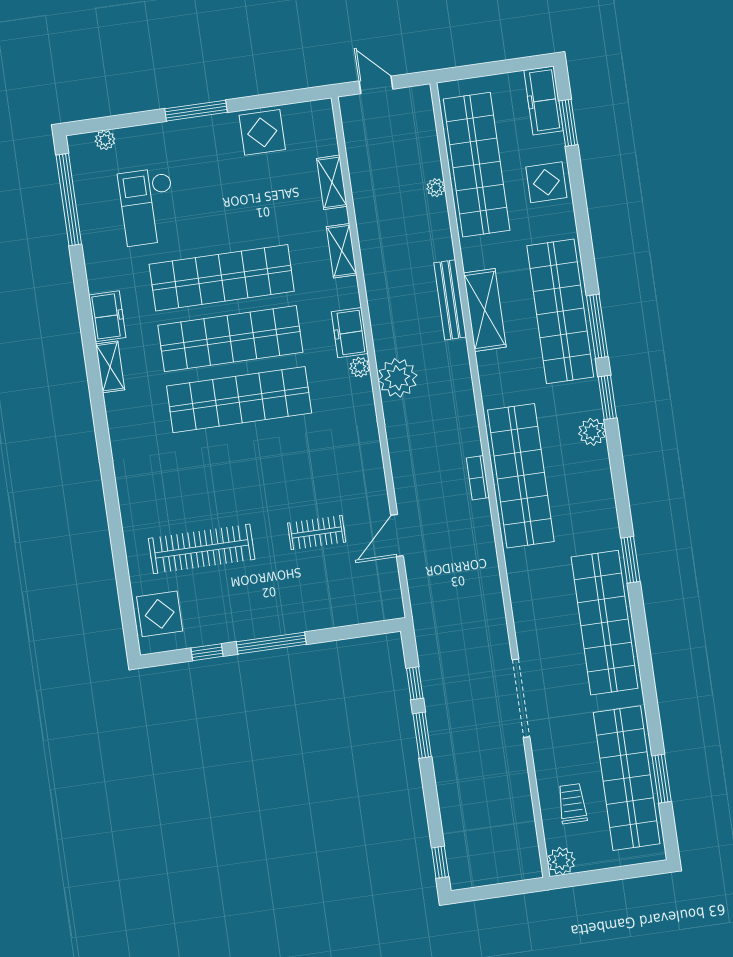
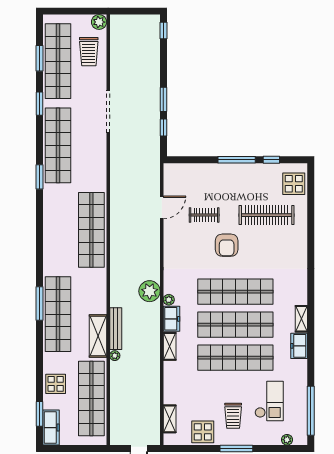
trolley: (211, 170) -> (233, 416), added
shelving: (332, 182) -> (170, 419), moved
plant: (436, 188) -> (115, 356), moved
shelving: (342, 251) -> (170, 346), moved
shelving: (485, 310) -> (98, 336), moved
window: (607, 397) -> (39, 104), moved
plant: (592, 432) -> (50, 248), removed
bookcase: (478, 478) -> (114, 232), removed
armchair: (267, 483) -> (227, 245), added
trolley: (572, 804) -> (89, 52), width x1.36, depth x1.39

